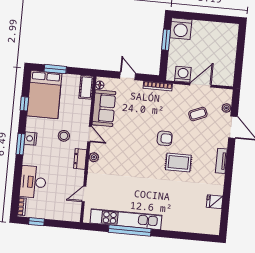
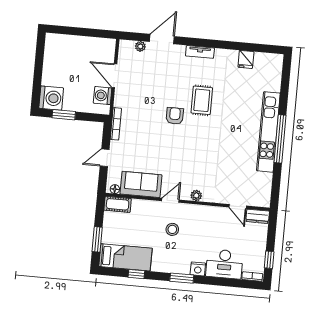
bed: (44, 95) -> (125, 257), width x0.67
coffee table: (198, 114) -> (147, 79), removed
nightstand: (31, 139) -> (198, 269), moved
dresser: (80, 159) -> (258, 216), moved
kitchen unit: (126, 219) -> (268, 132), moved
window: (130, 230) -> (280, 139), moved

